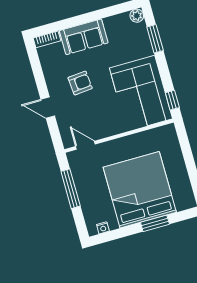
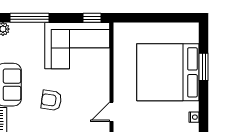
window: (155, 39) -> (30, 18), width x1.44
armchair: (80, 83) -> (51, 100), turned -77

